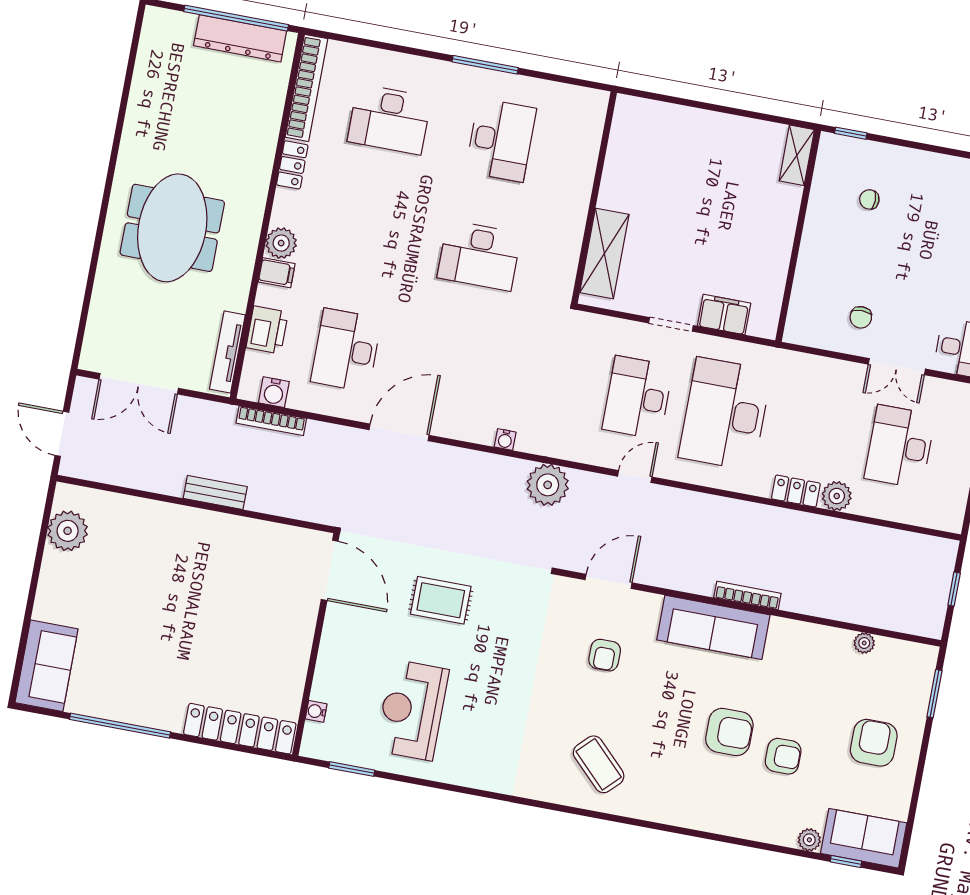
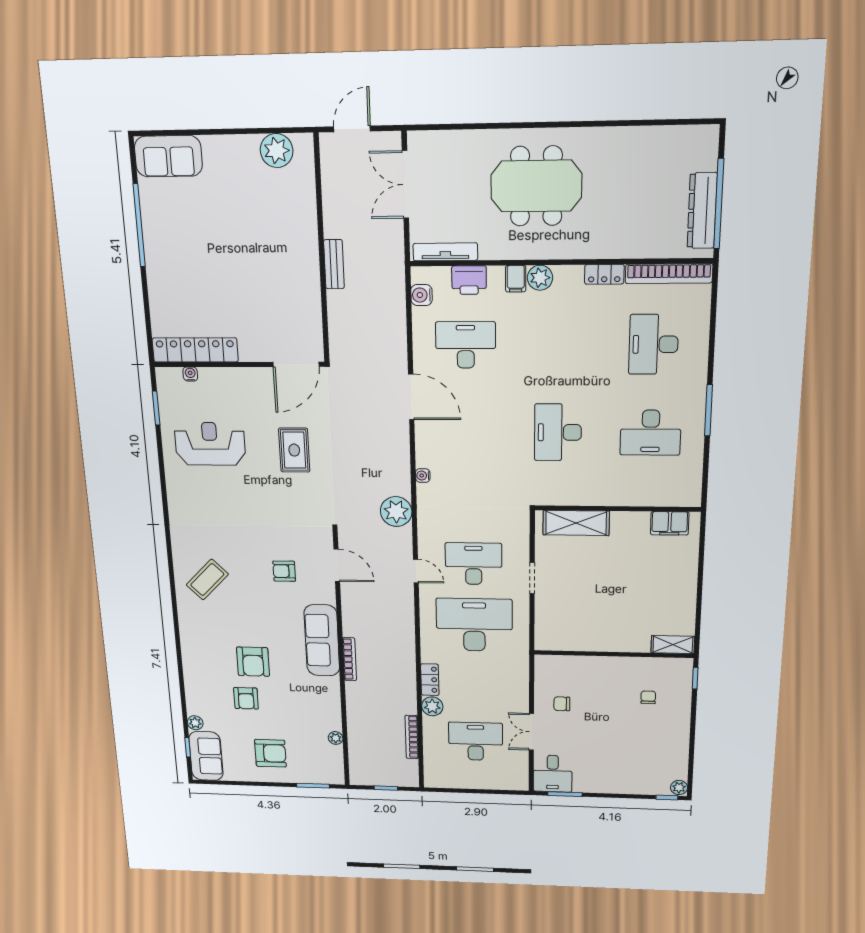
filing cabinet: (724, 315) -> (670, 523), moved, turned 90
bookcase: (271, 421) -> (412, 737), moved
locker: (240, 729) -> (195, 350), moved, turned -90

